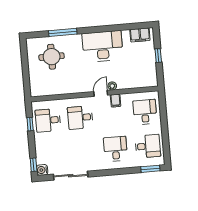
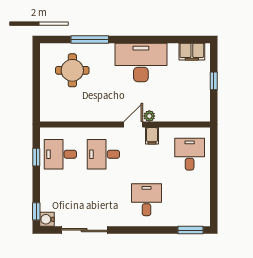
desk: (148, 146) -> (190, 200), removed

